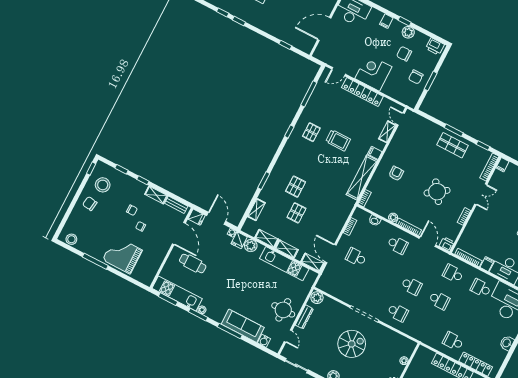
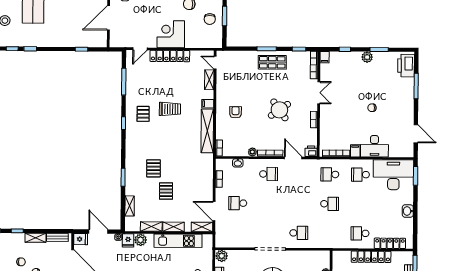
school desk: (411, 286) -> (299, 204), removed

